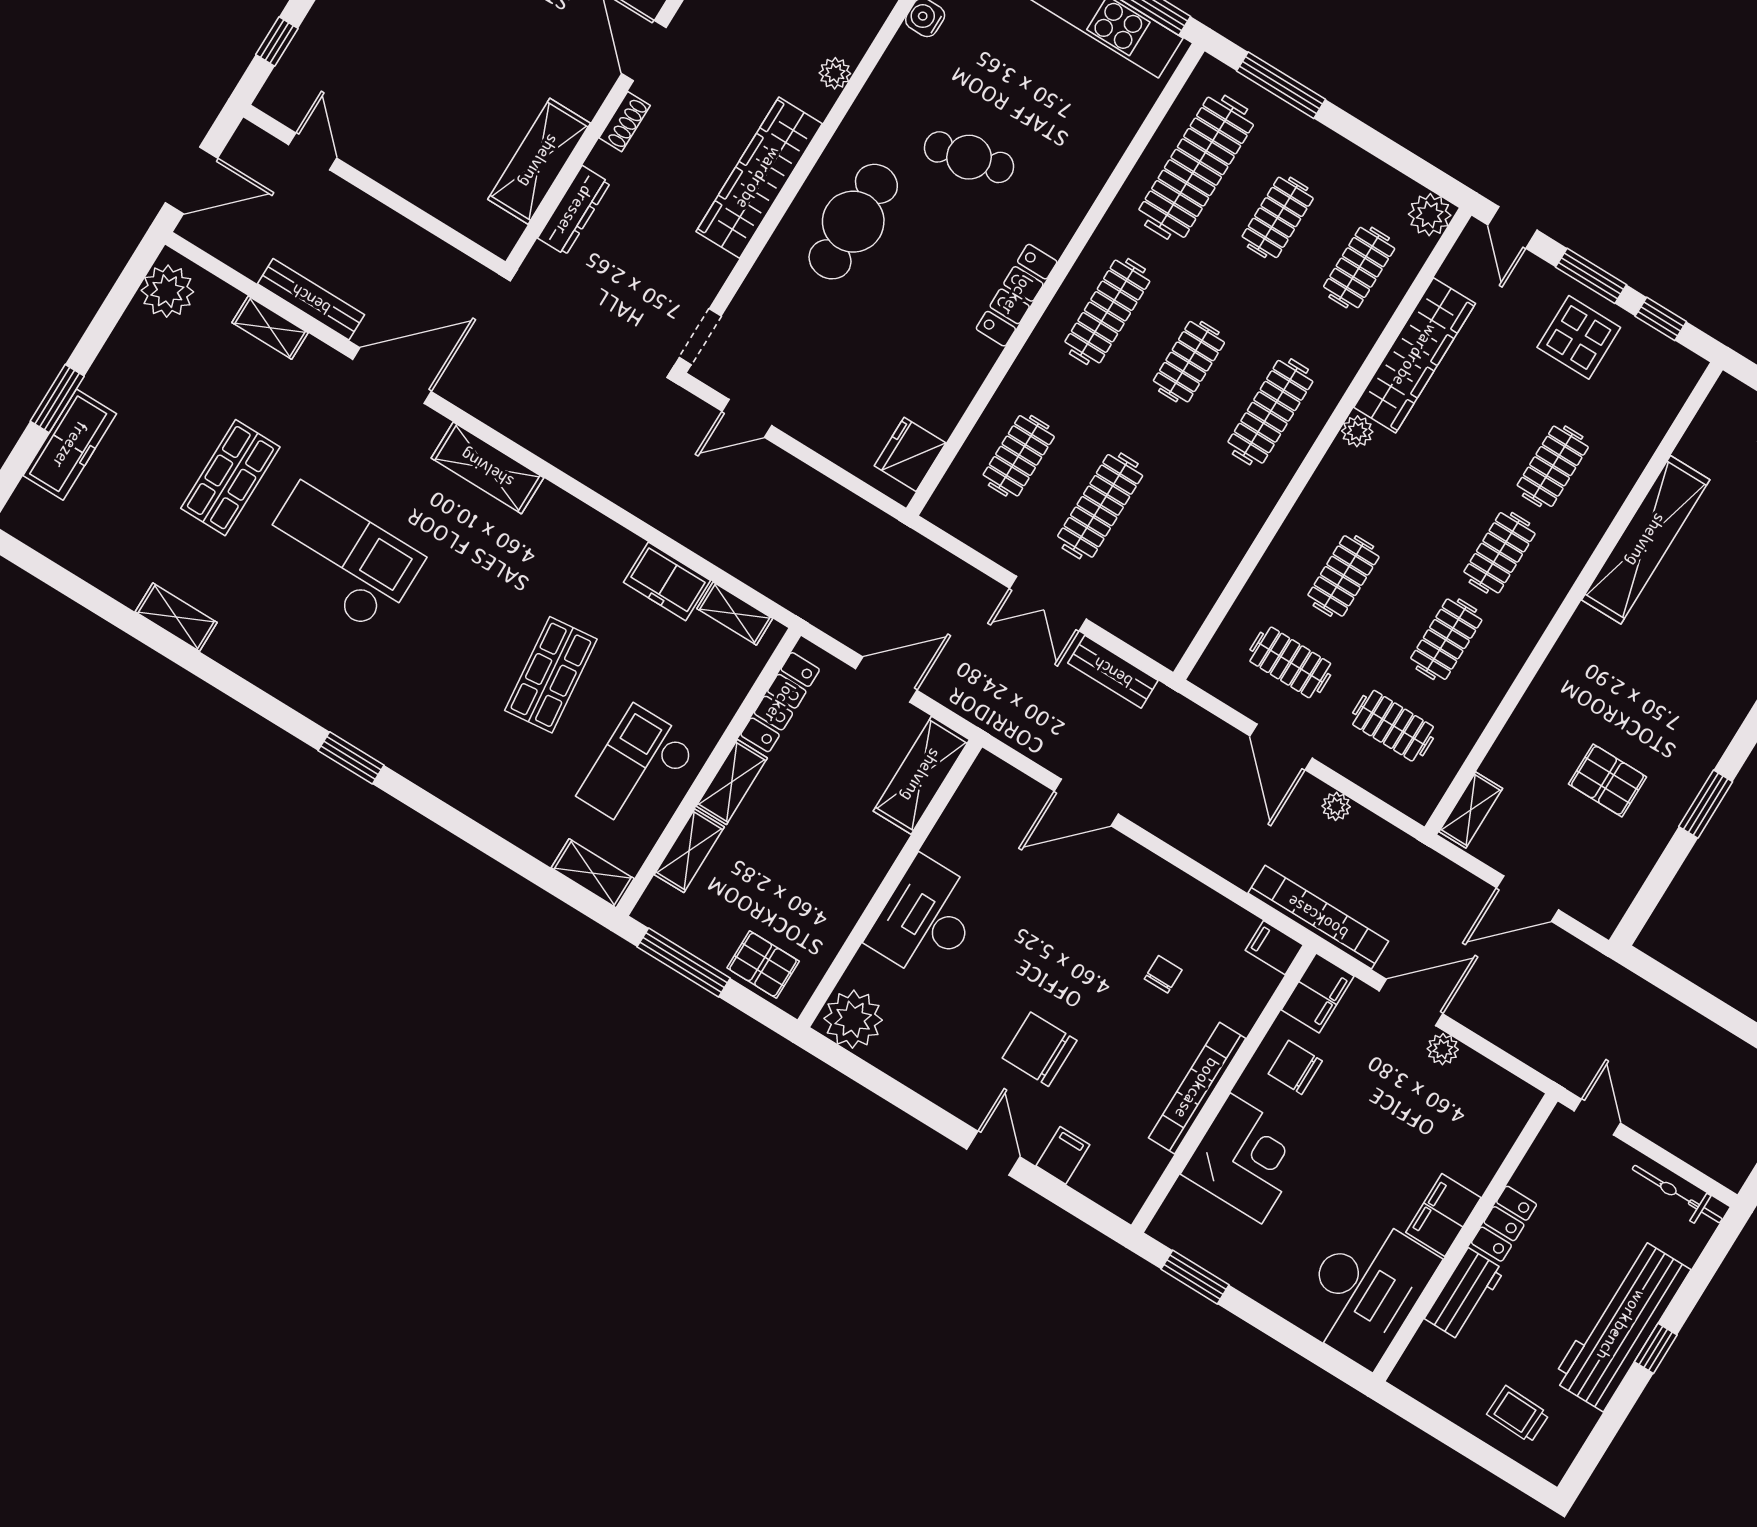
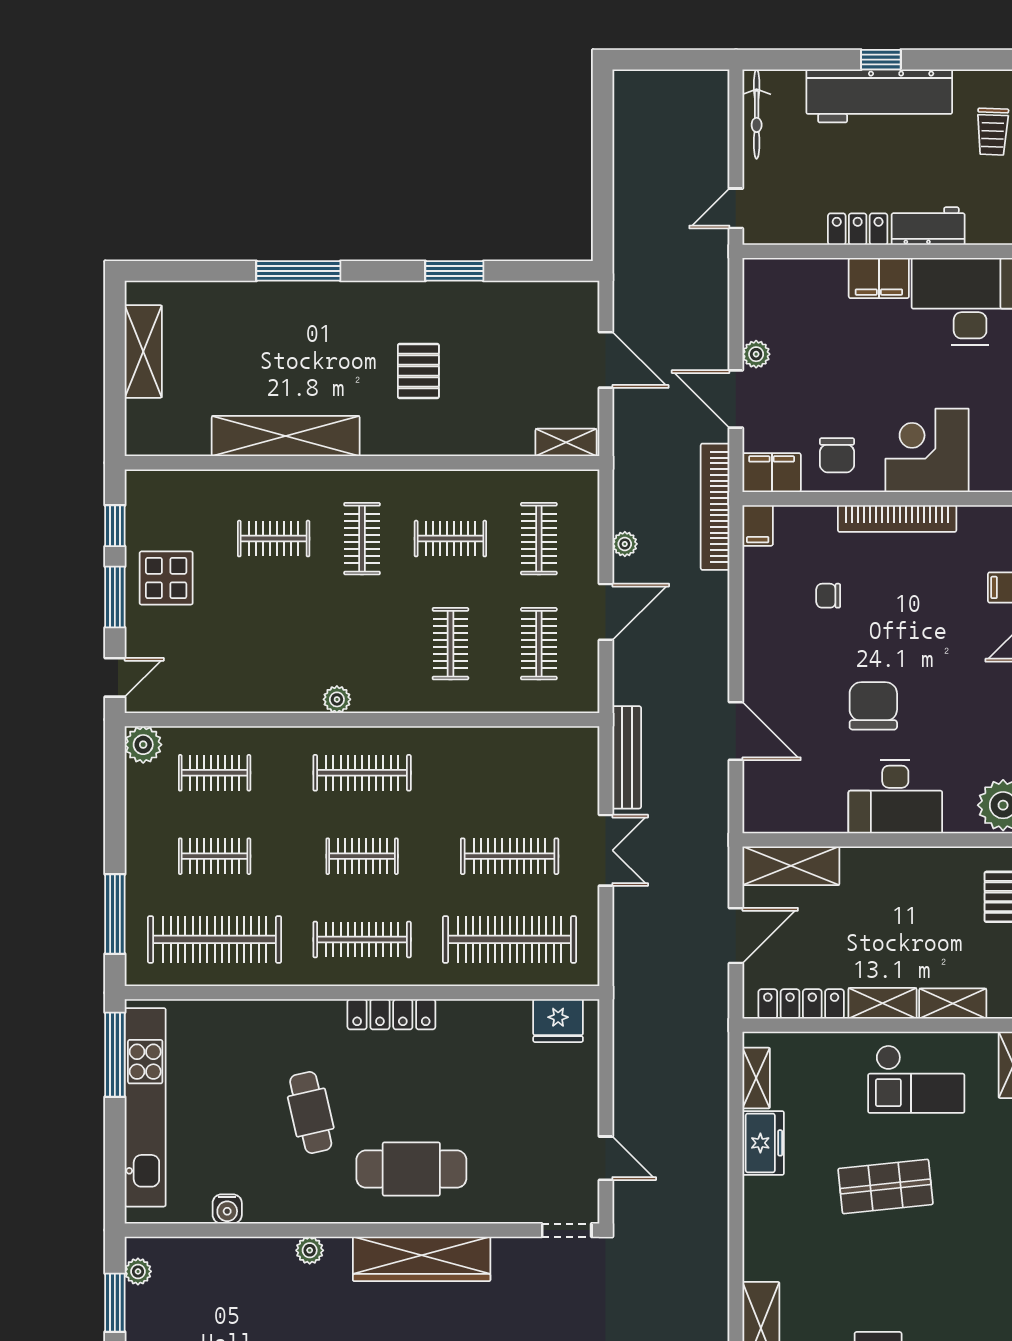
wardrobe: (1415, 355) -> (254, 692), removed
clothes rail: (1019, 456) -> (510, 939), width x1.86, depth x1.31
clothes rail: (1499, 553) -> (362, 539), turned 90
clothes rail: (1343, 576) -> (450, 644), turned 90
bench: (1113, 672) -> (627, 757), width x1.36
door: (886, 679) -> (736, 936), swing flipped
pallet: (1607, 780) -> (418, 371), moved
chair: (1040, 1049) -> (873, 706), moved, turned 180

